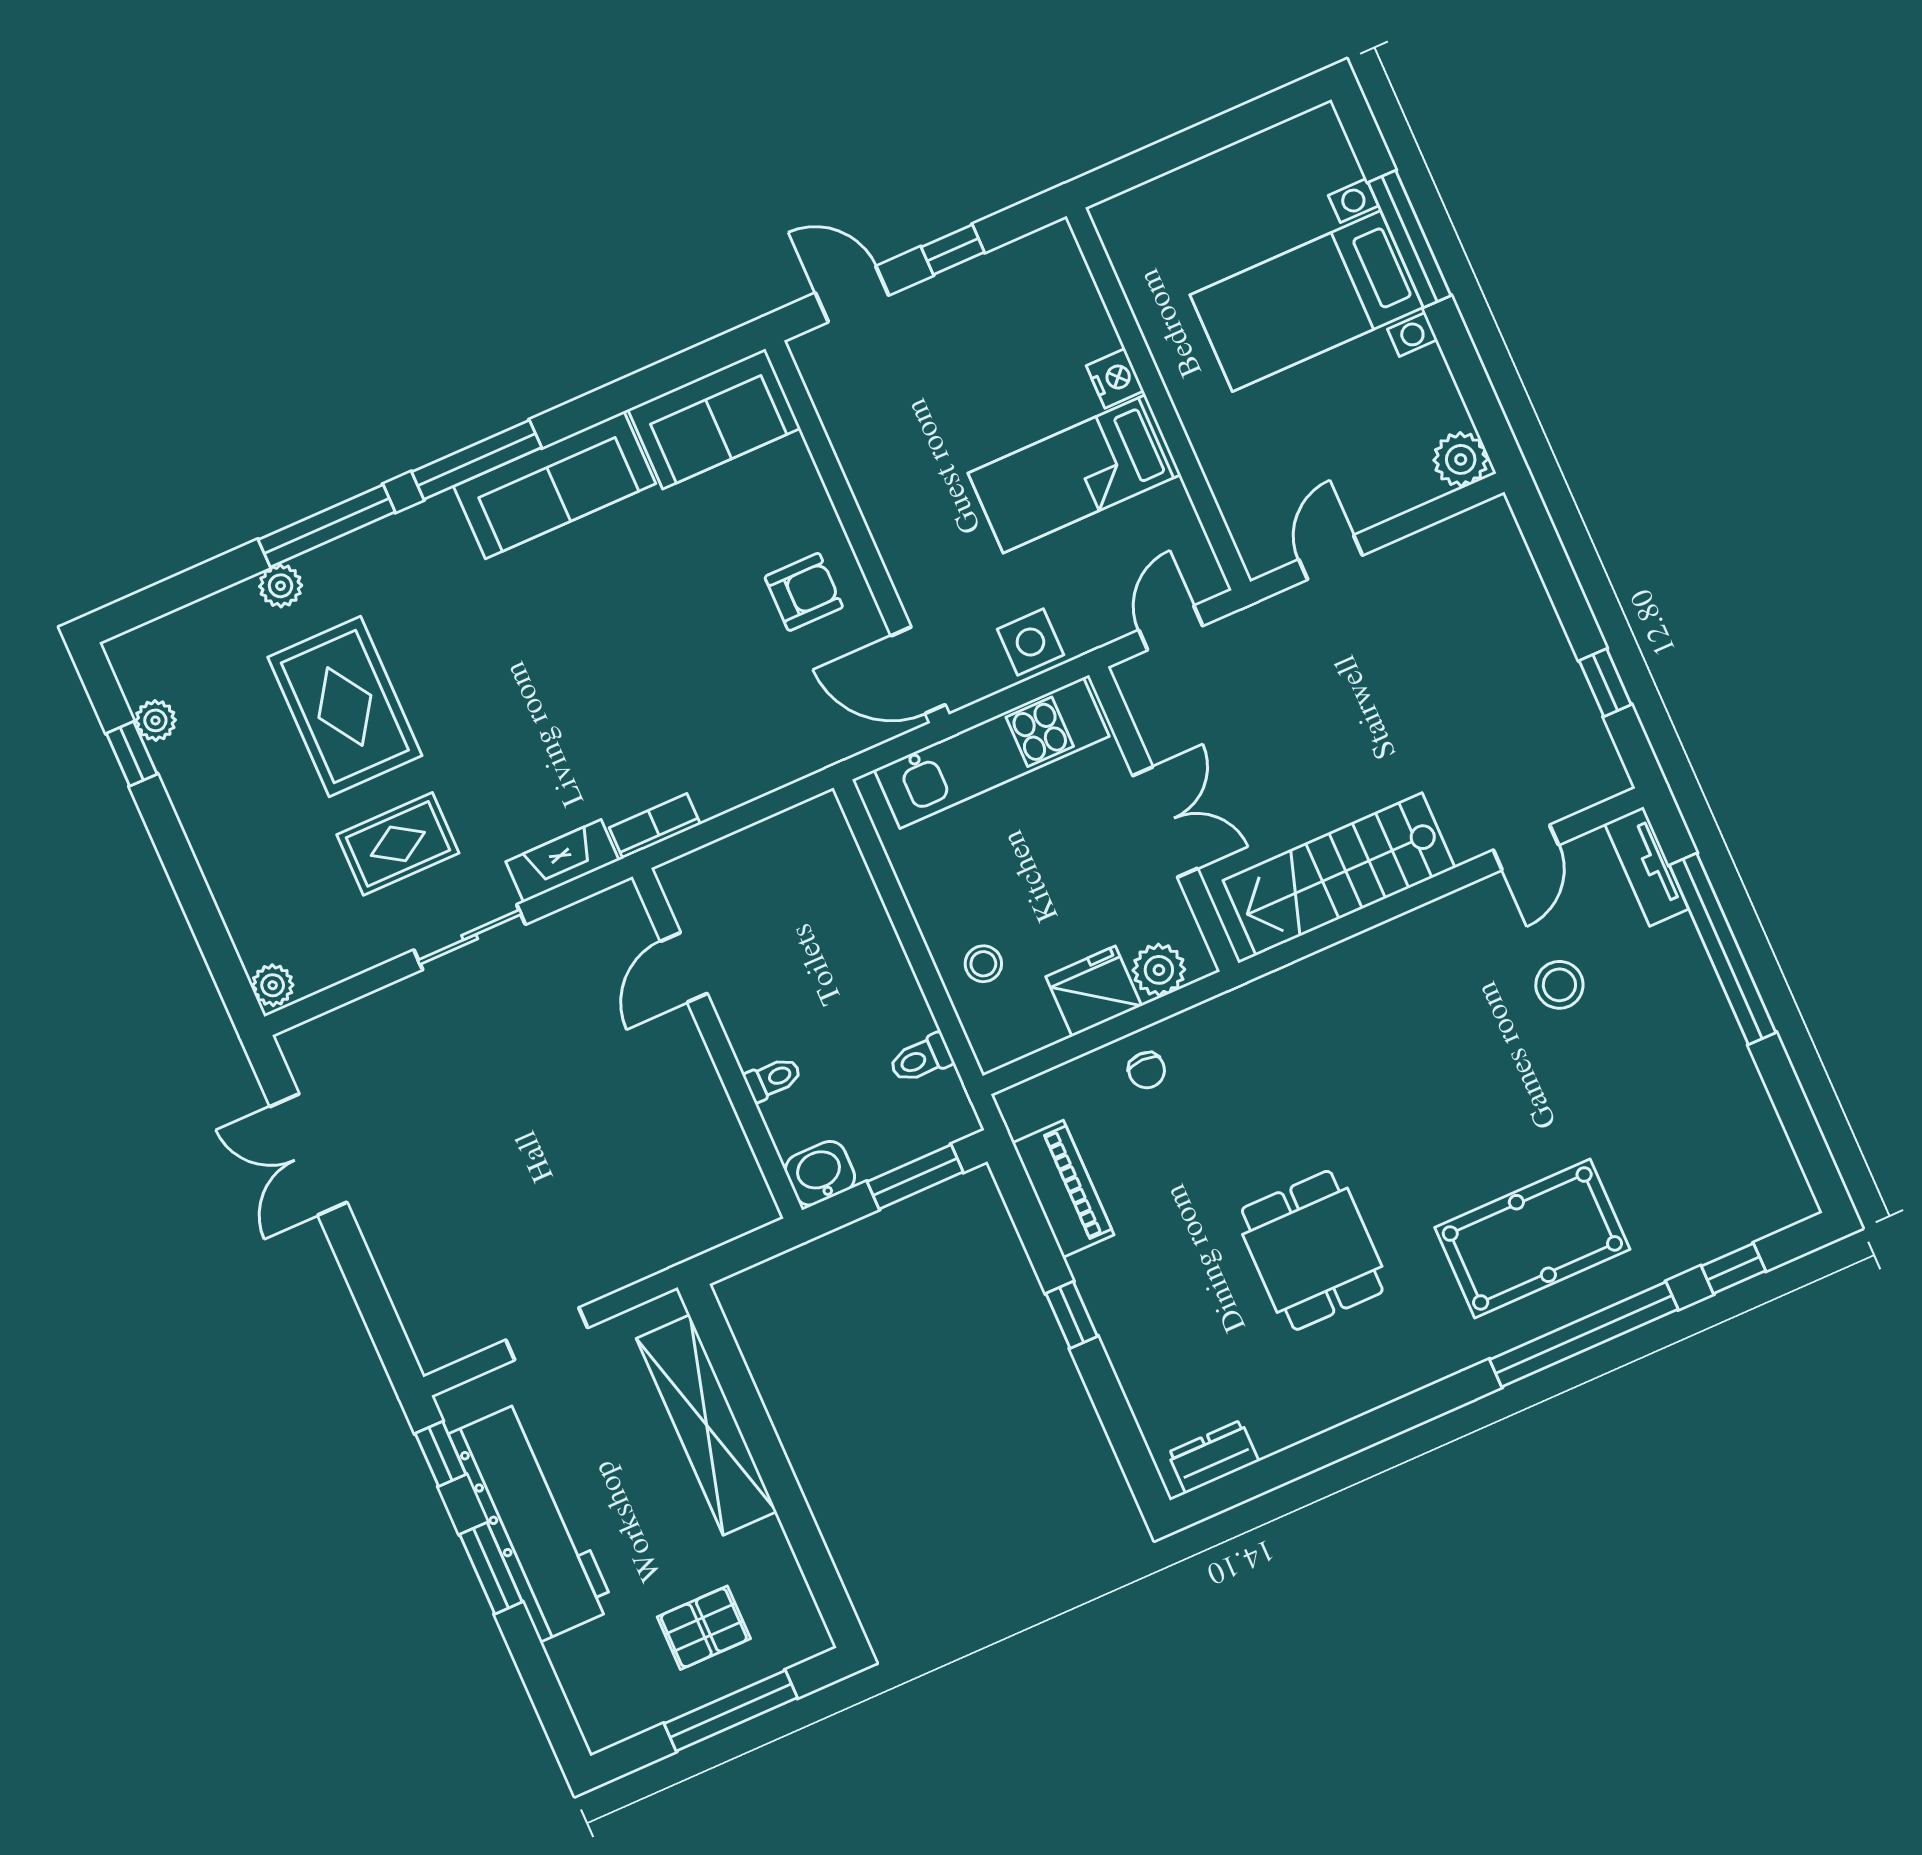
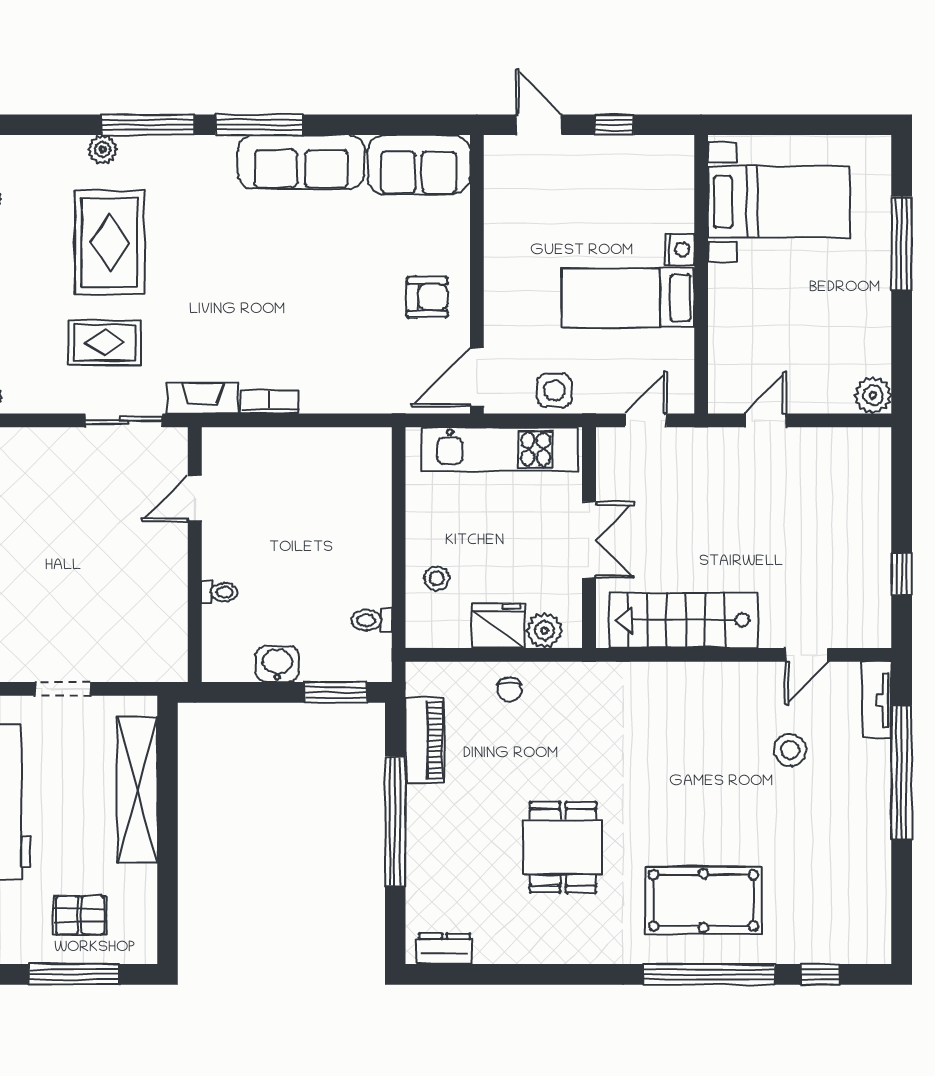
bed with nightstands: (1307, 301) -> (779, 202), moved, turned 180
door: (918, 670) -> (477, 377), hinge flipped
door: (684, 967) -> (195, 498), moved
wall: (717, 1043) -> (195, 555), moved
toilet: (773, 1079) -> (220, 592), moved
window: (1072, 1315) -> (395, 821), width x3.17

